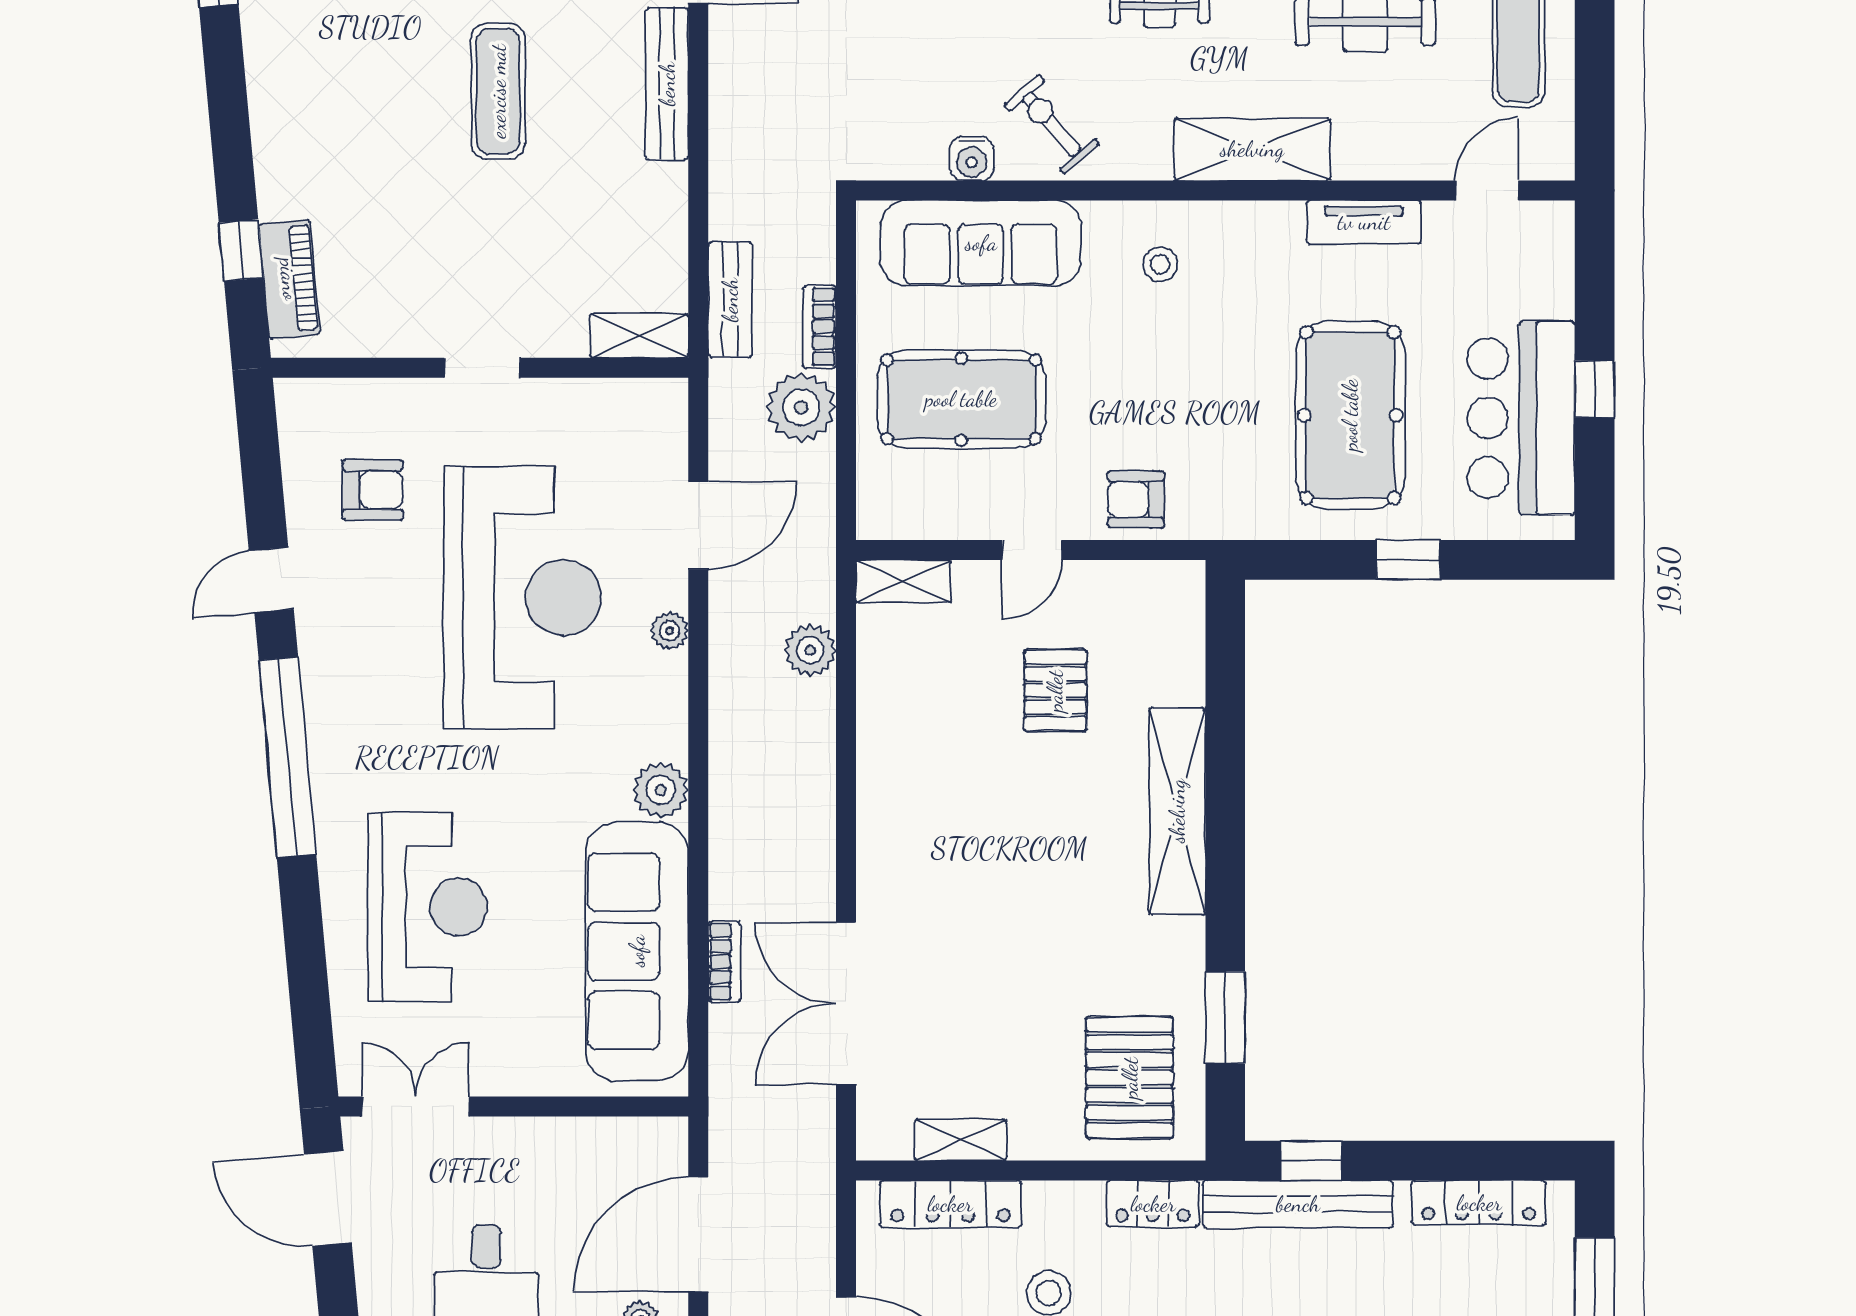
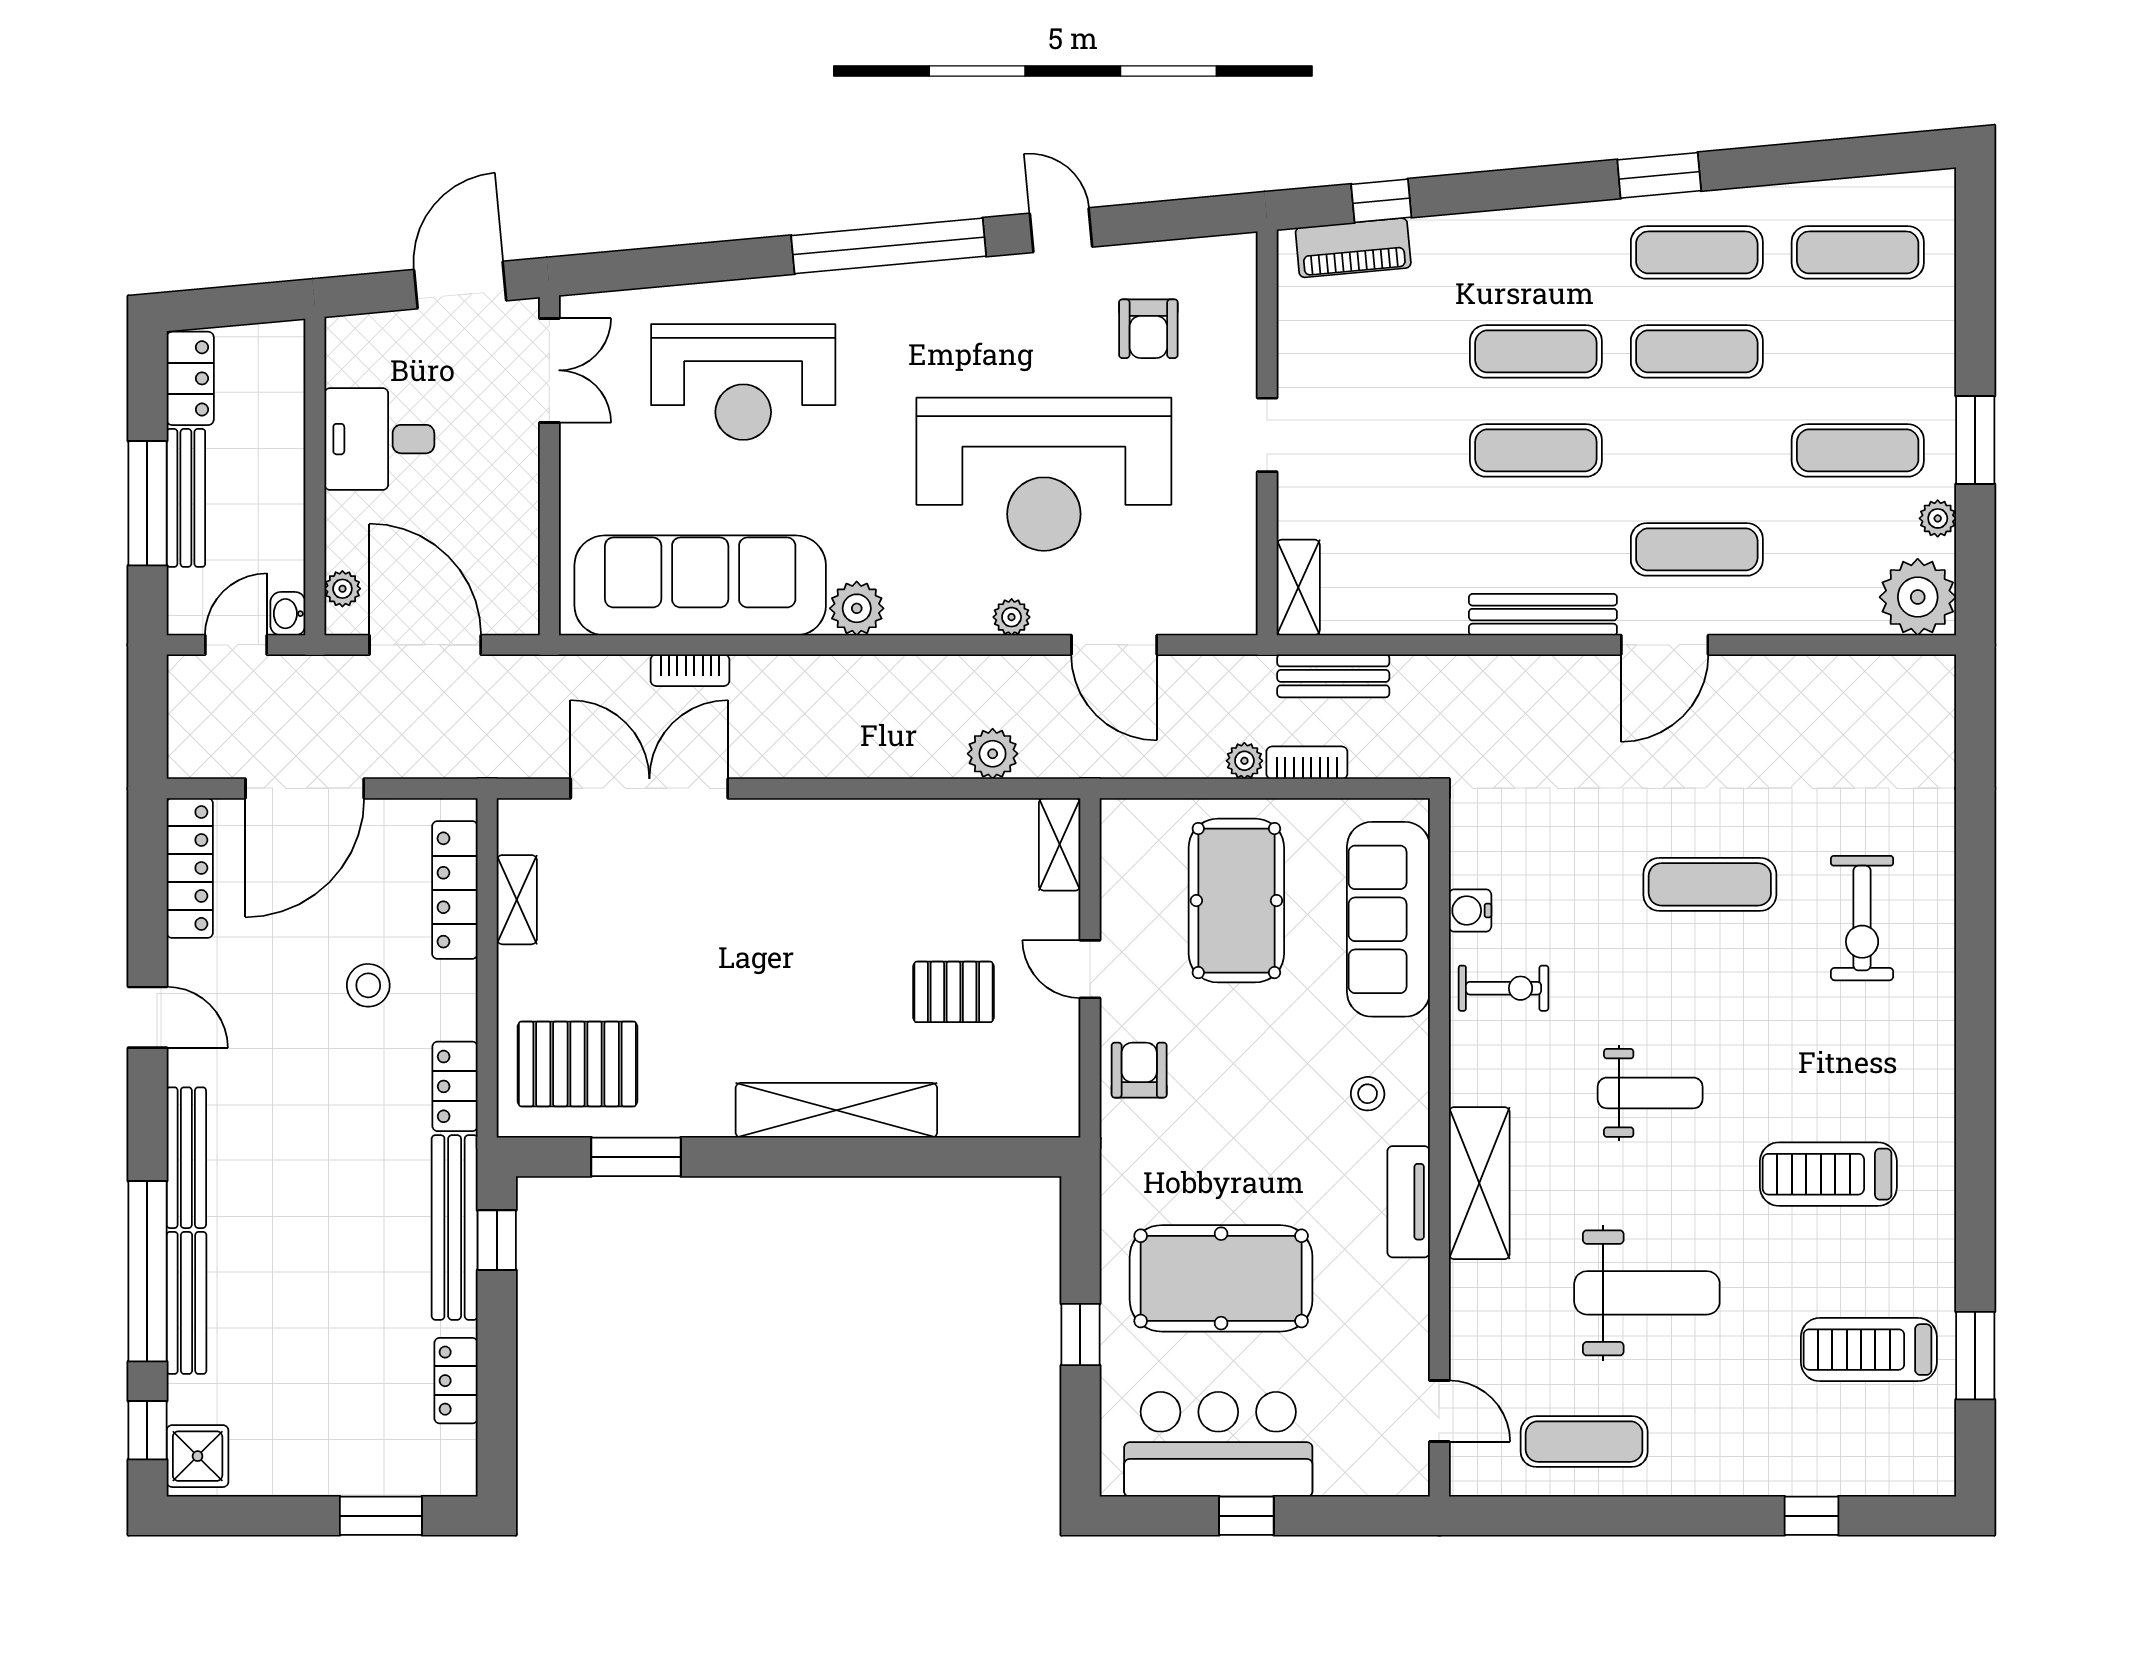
exercise mat: (396, 91) -> (1536, 351), added
exercise bike: (1052, 124) -> (1504, 988), turned 41
tv unit: (1364, 222) -> (1409, 1202), moved
plant: (801, 407) -> (1244, 761), width x0.53, depth x0.53
locker: (1479, 1203) -> (456, 1381), width x0.66

